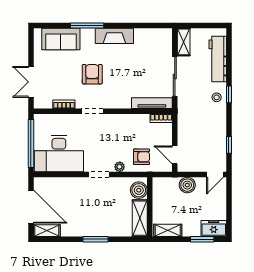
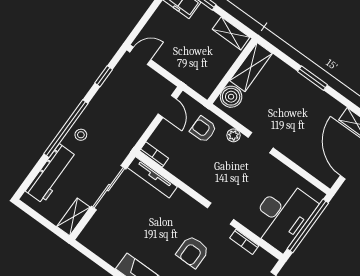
window: (229, 94) -> (66, 129), width x3.17
desk: (59, 154) -> (282, 215), moved, turned 90
boiler: (187, 185) -> (177, 66), removed

